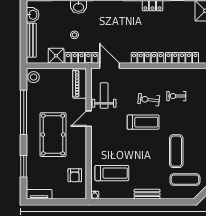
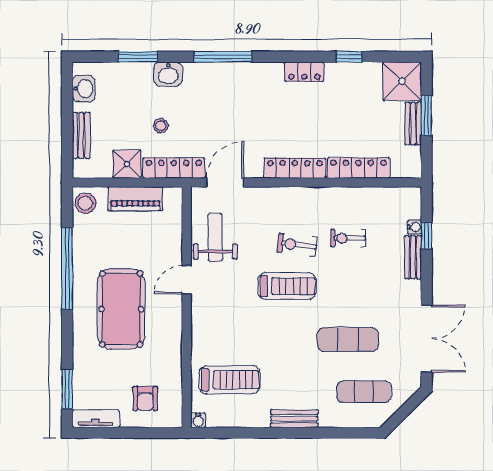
bench: (31, 40) -> (81, 135), width x0.73
door: (109, 66) -> (225, 182), hinge flipped
piano: (80, 84) -> (135, 199), moved, turned -90
exercise mat: (176, 151) -> (348, 340), turned 90
window: (24, 166) -> (67, 389), moved
armchair: (75, 175) -> (145, 398), moved

